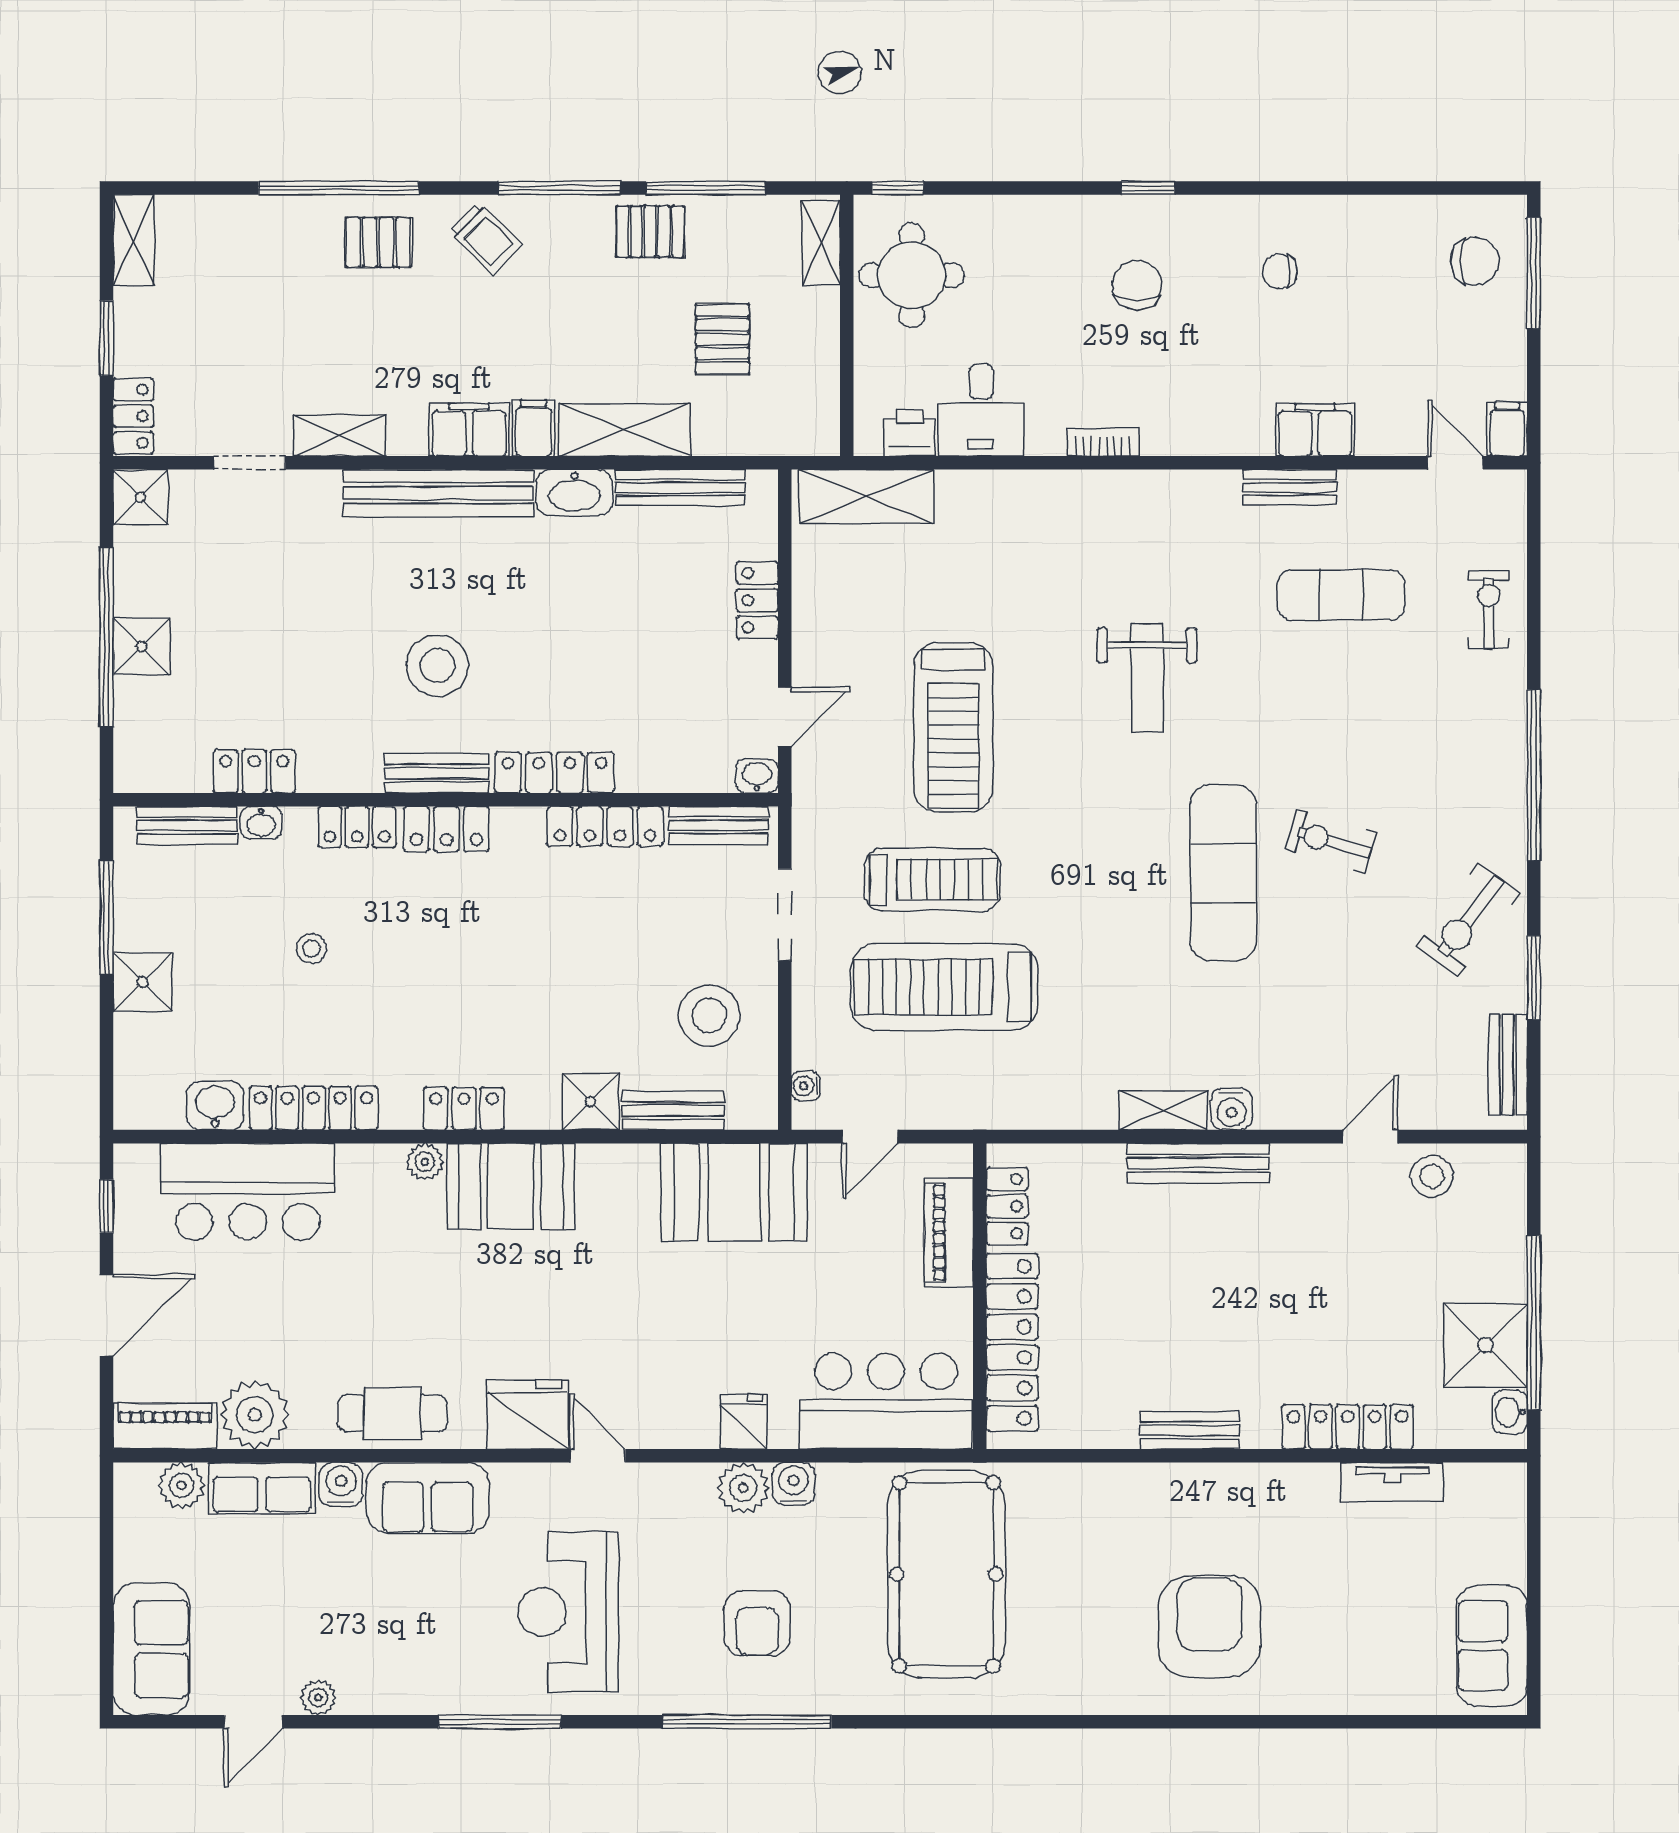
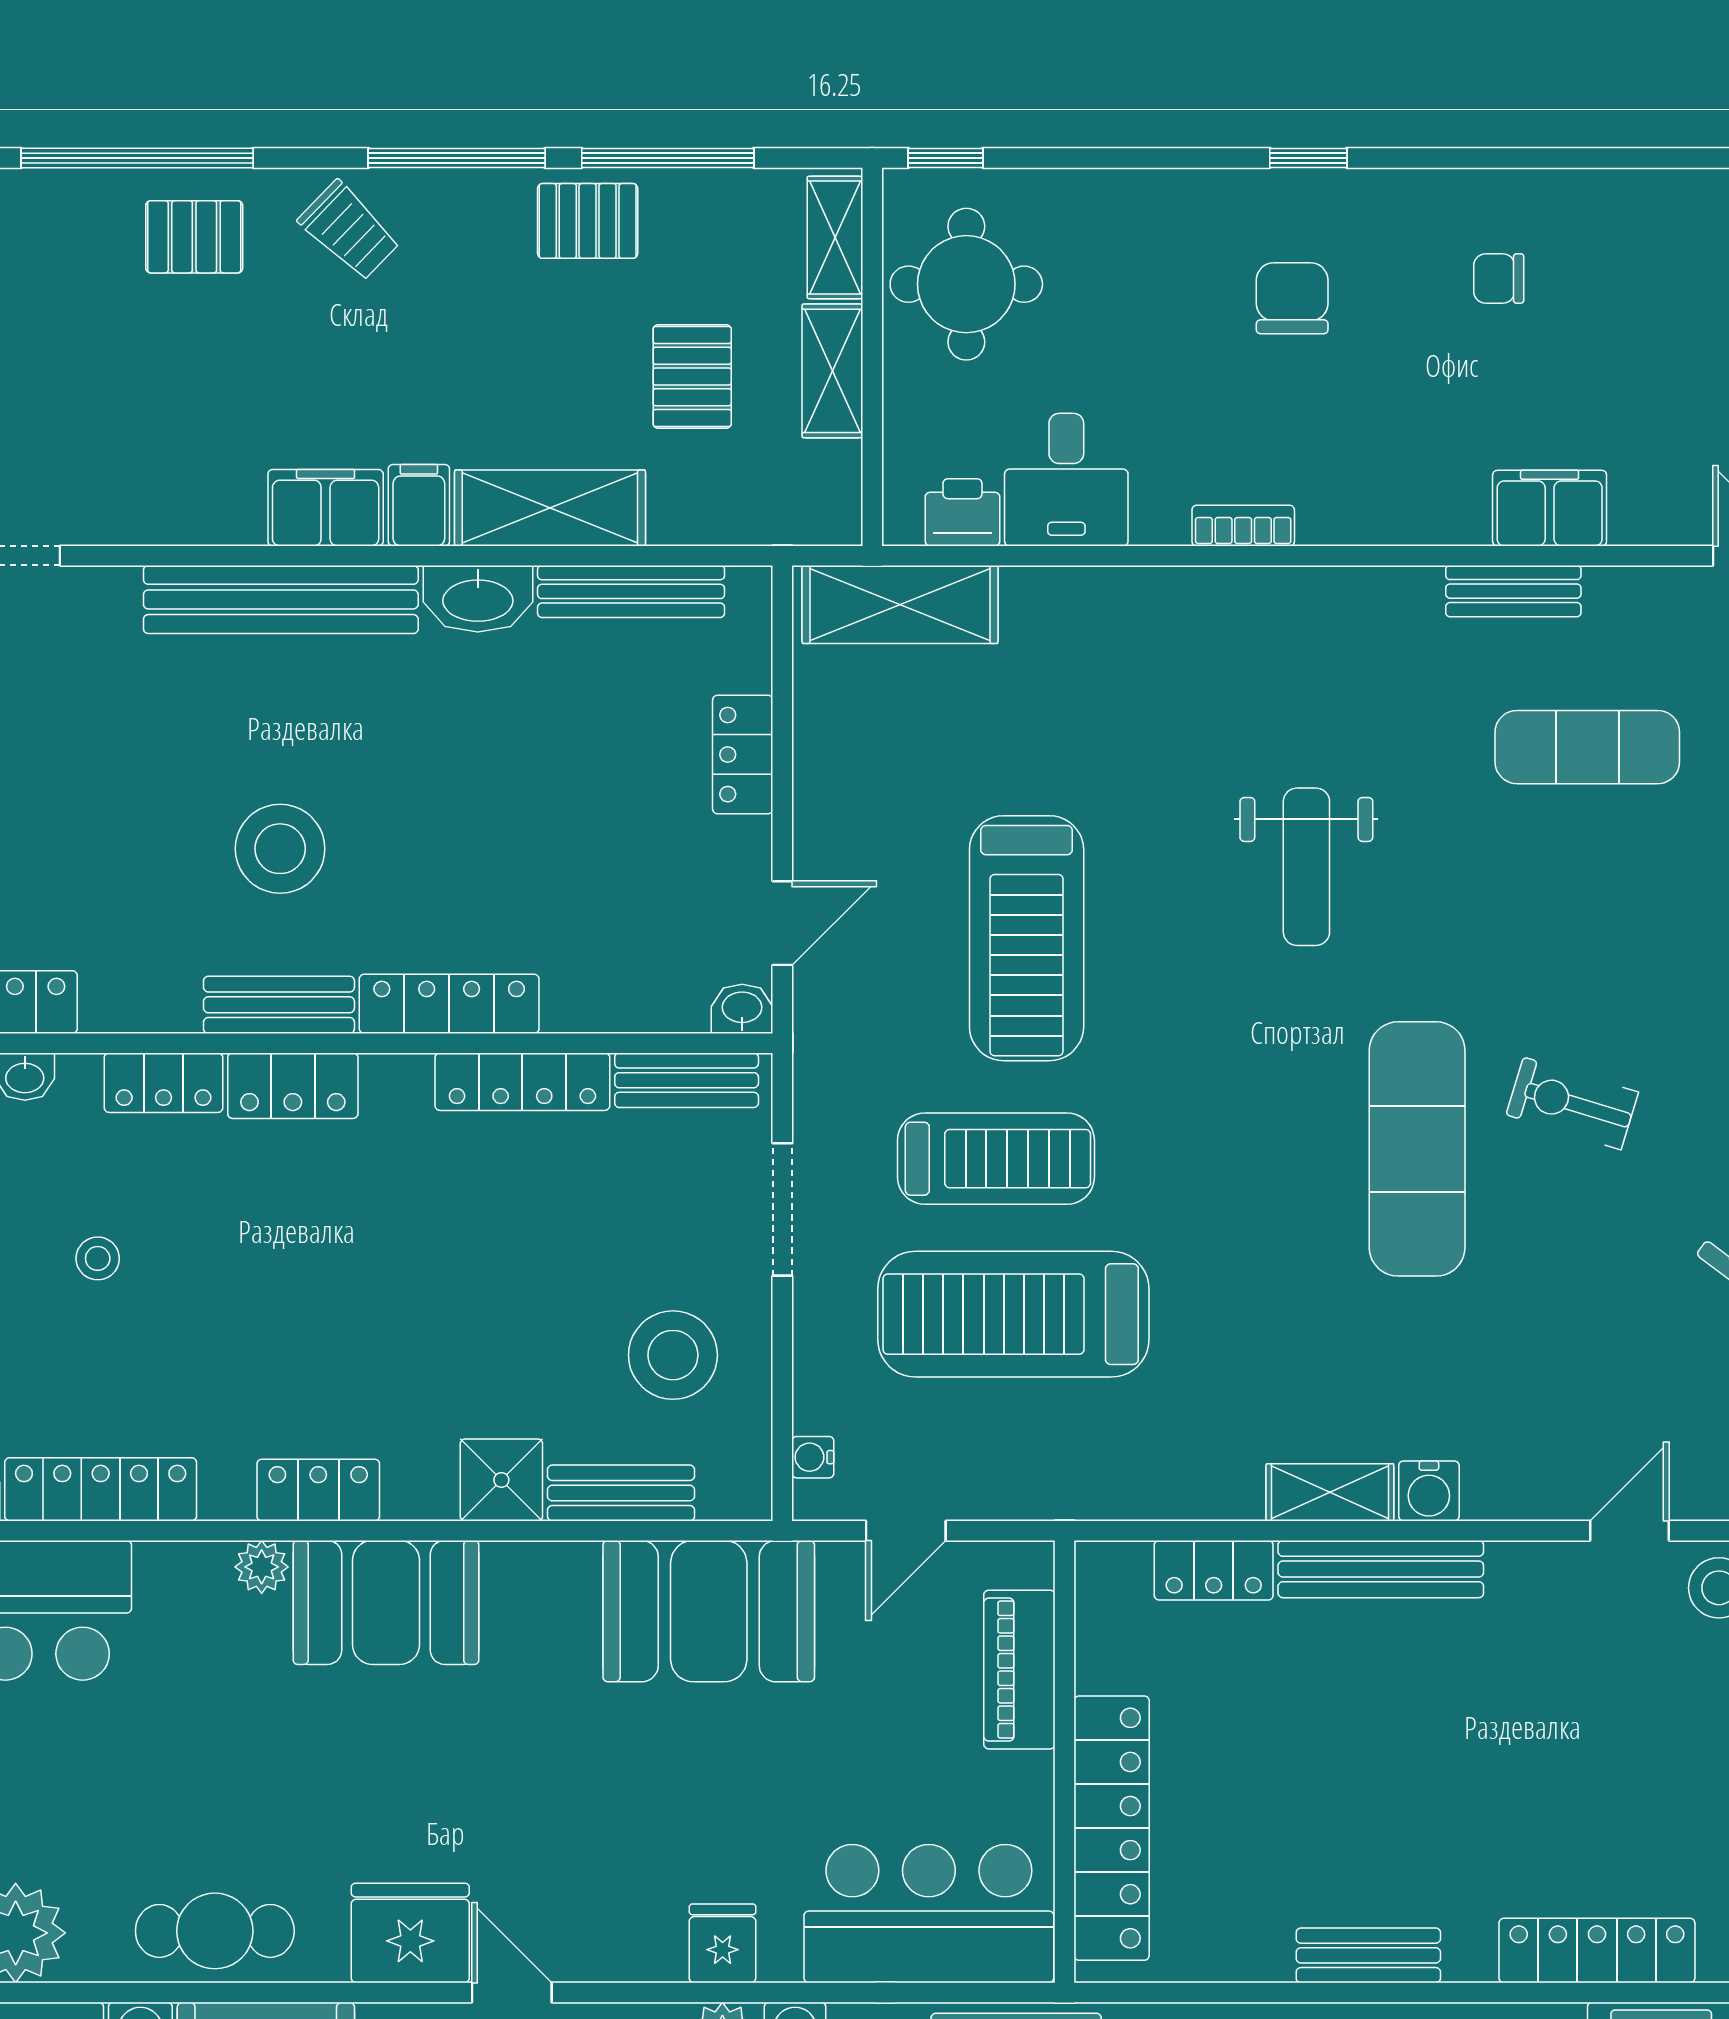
shelving: (340, 435) -> (832, 371), moved, turned 90
locker: (1007, 1206) -> (1214, 1570), moved, turned 90

